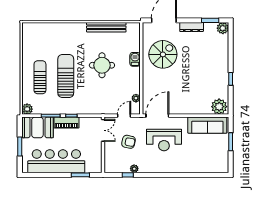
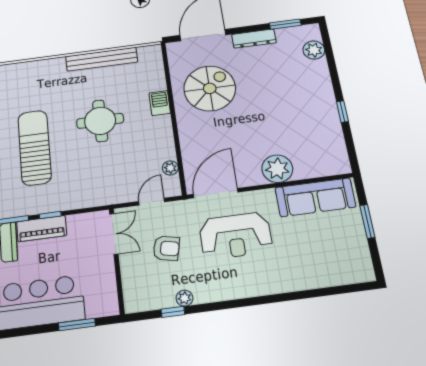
plant: (223, 28) -> (314, 50), moved
plant: (219, 107) -> (277, 169), moved

